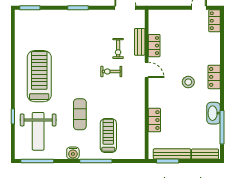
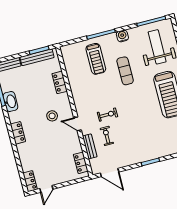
locker: (154, 46) -> (81, 163), moved
stool: (188, 82) -> (52, 116), moved

